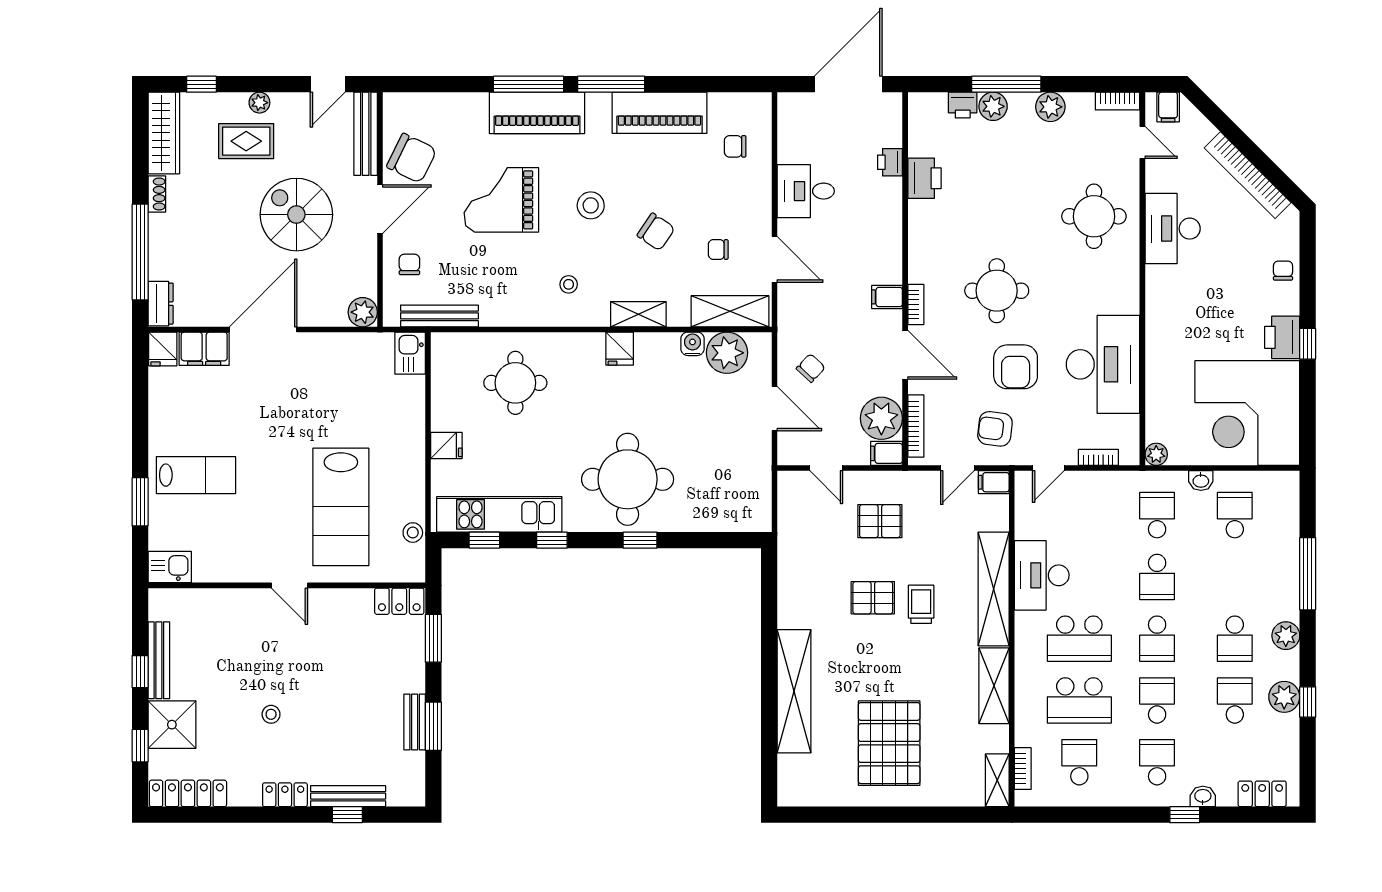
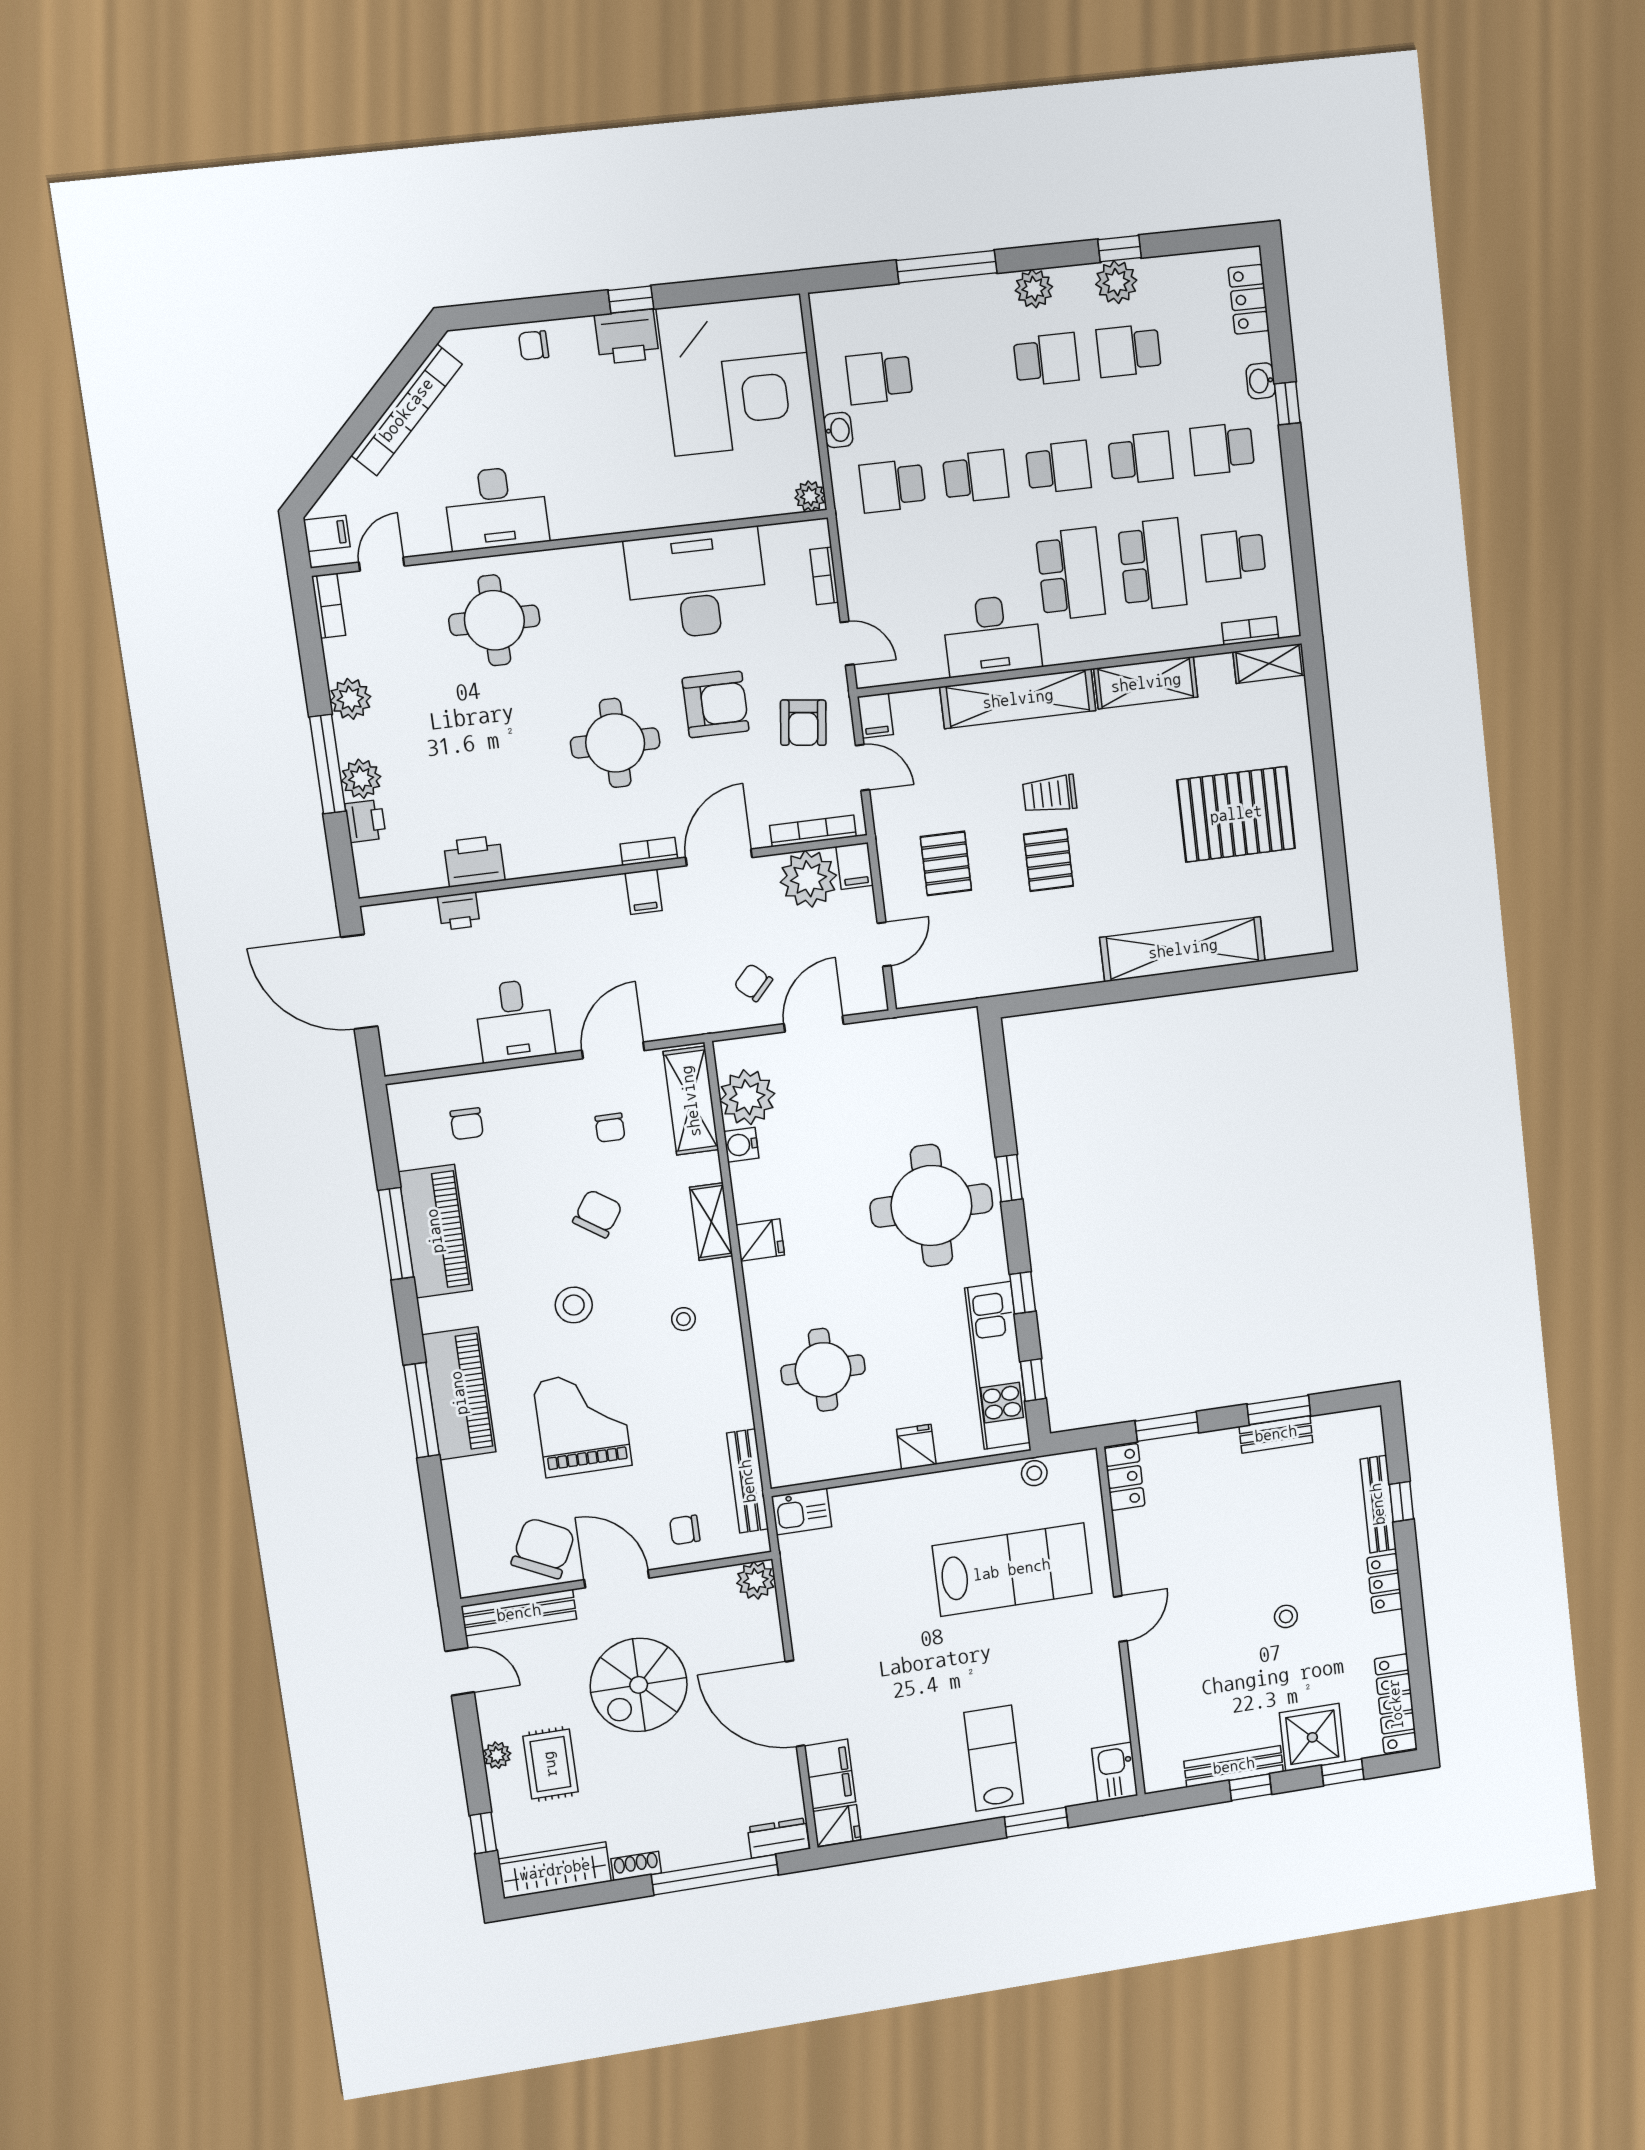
window: (611, 84) -> (396, 1234), moved
grand piano: (501, 200) -> (583, 1423), turned 180
school desk: (1157, 700) -> (1141, 458), turned 180

